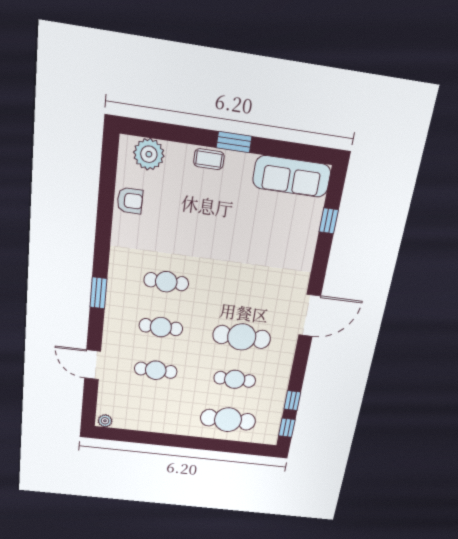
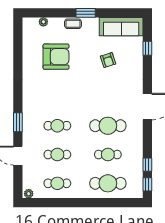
plant: (149, 154) -> (43, 22), width x0.53, depth x0.53
armchair: (130, 201) -> (56, 57), moved, width x1.88, depth x1.88
armchair: (259, 232) -> (108, 60), added
cafe table: (166, 282) -> (57, 183), moved
window: (98, 293) -> (18, 122), moved

